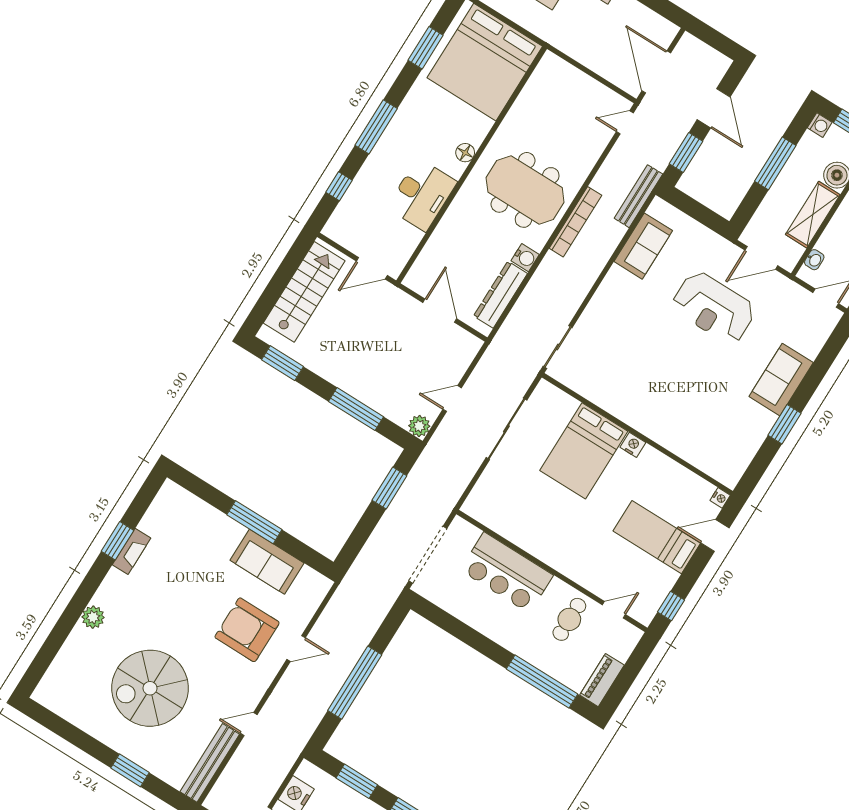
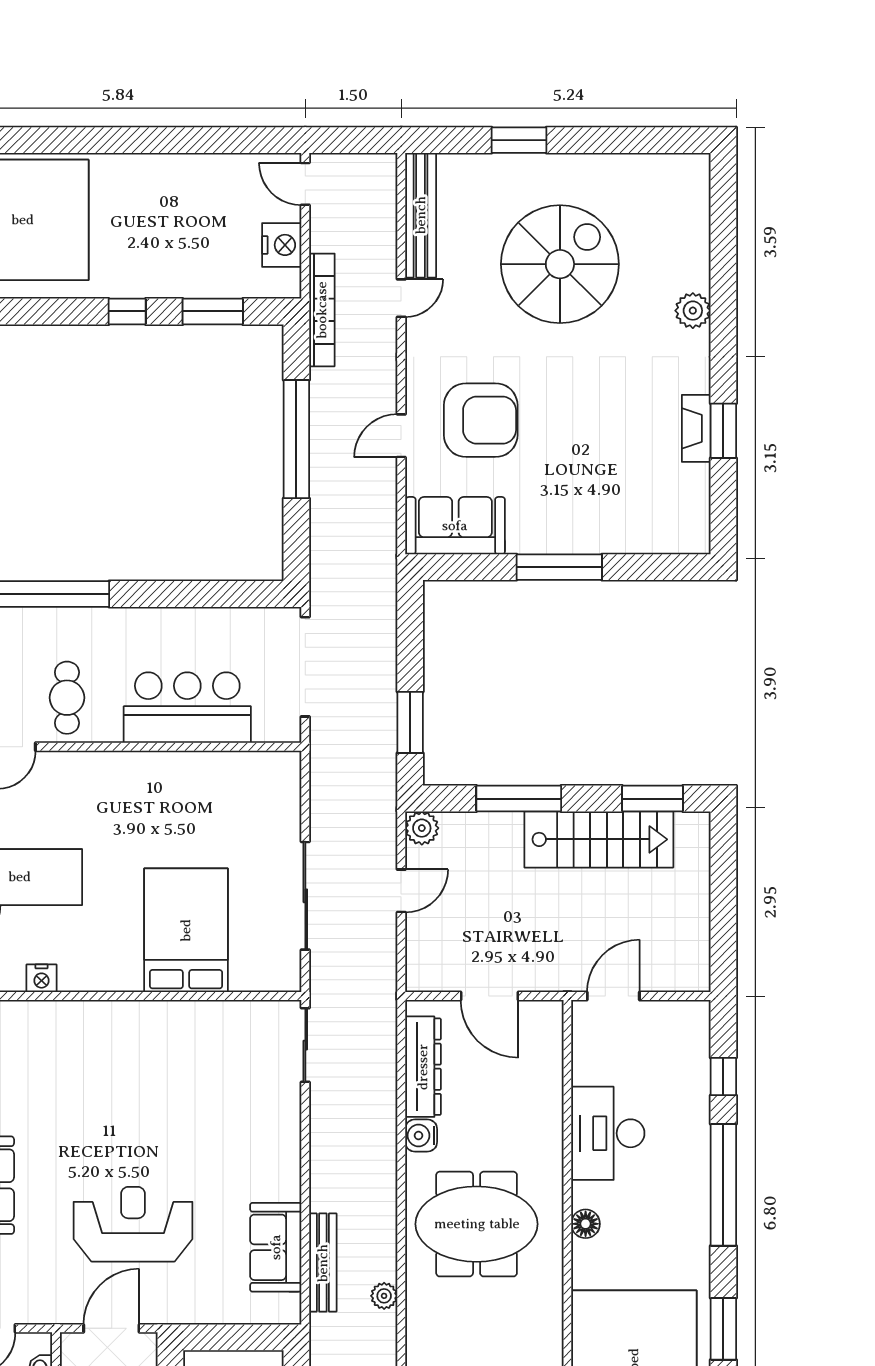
window: (376, 127) -> (723, 1185), width x1.46
plant: (600, 182) -> (384, 1296), added
bench: (638, 196) -> (323, 1263), moved
bookcase: (575, 222) -> (322, 310), moved, turned 180
stairs: (304, 292) -> (599, 839), moved, turned -90
nightstand: (633, 445) -> (41, 978), moved
sofa: (267, 562) -> (455, 526), moved

